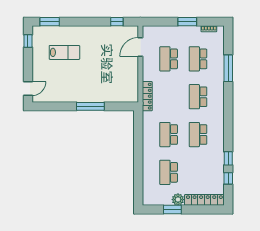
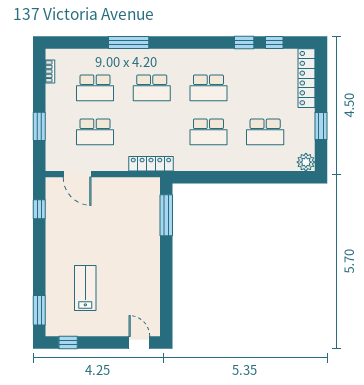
window: (187, 22) -> (39, 126), moved
window: (228, 68) -> (129, 42), moved
window: (90, 106) -> (166, 215), moved
plant: (178, 200) -> (306, 162), moved

